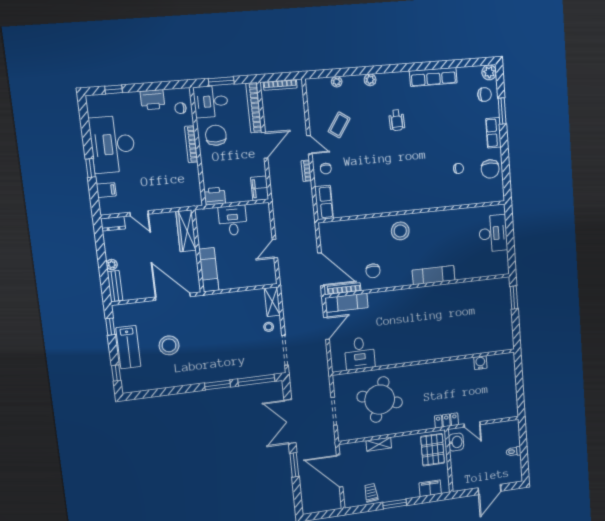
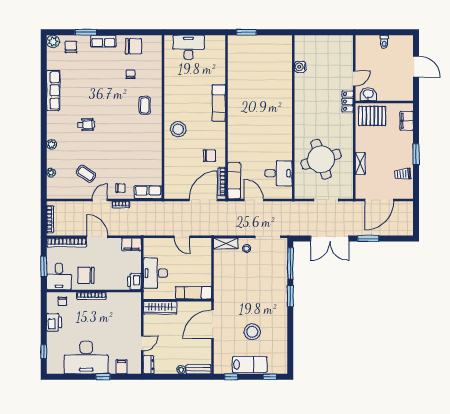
coffee table: (424, 189) -> (145, 105), added
desk: (233, 220) -> (155, 273), width x1.37
round table: (380, 400) -> (321, 159), turned -35

